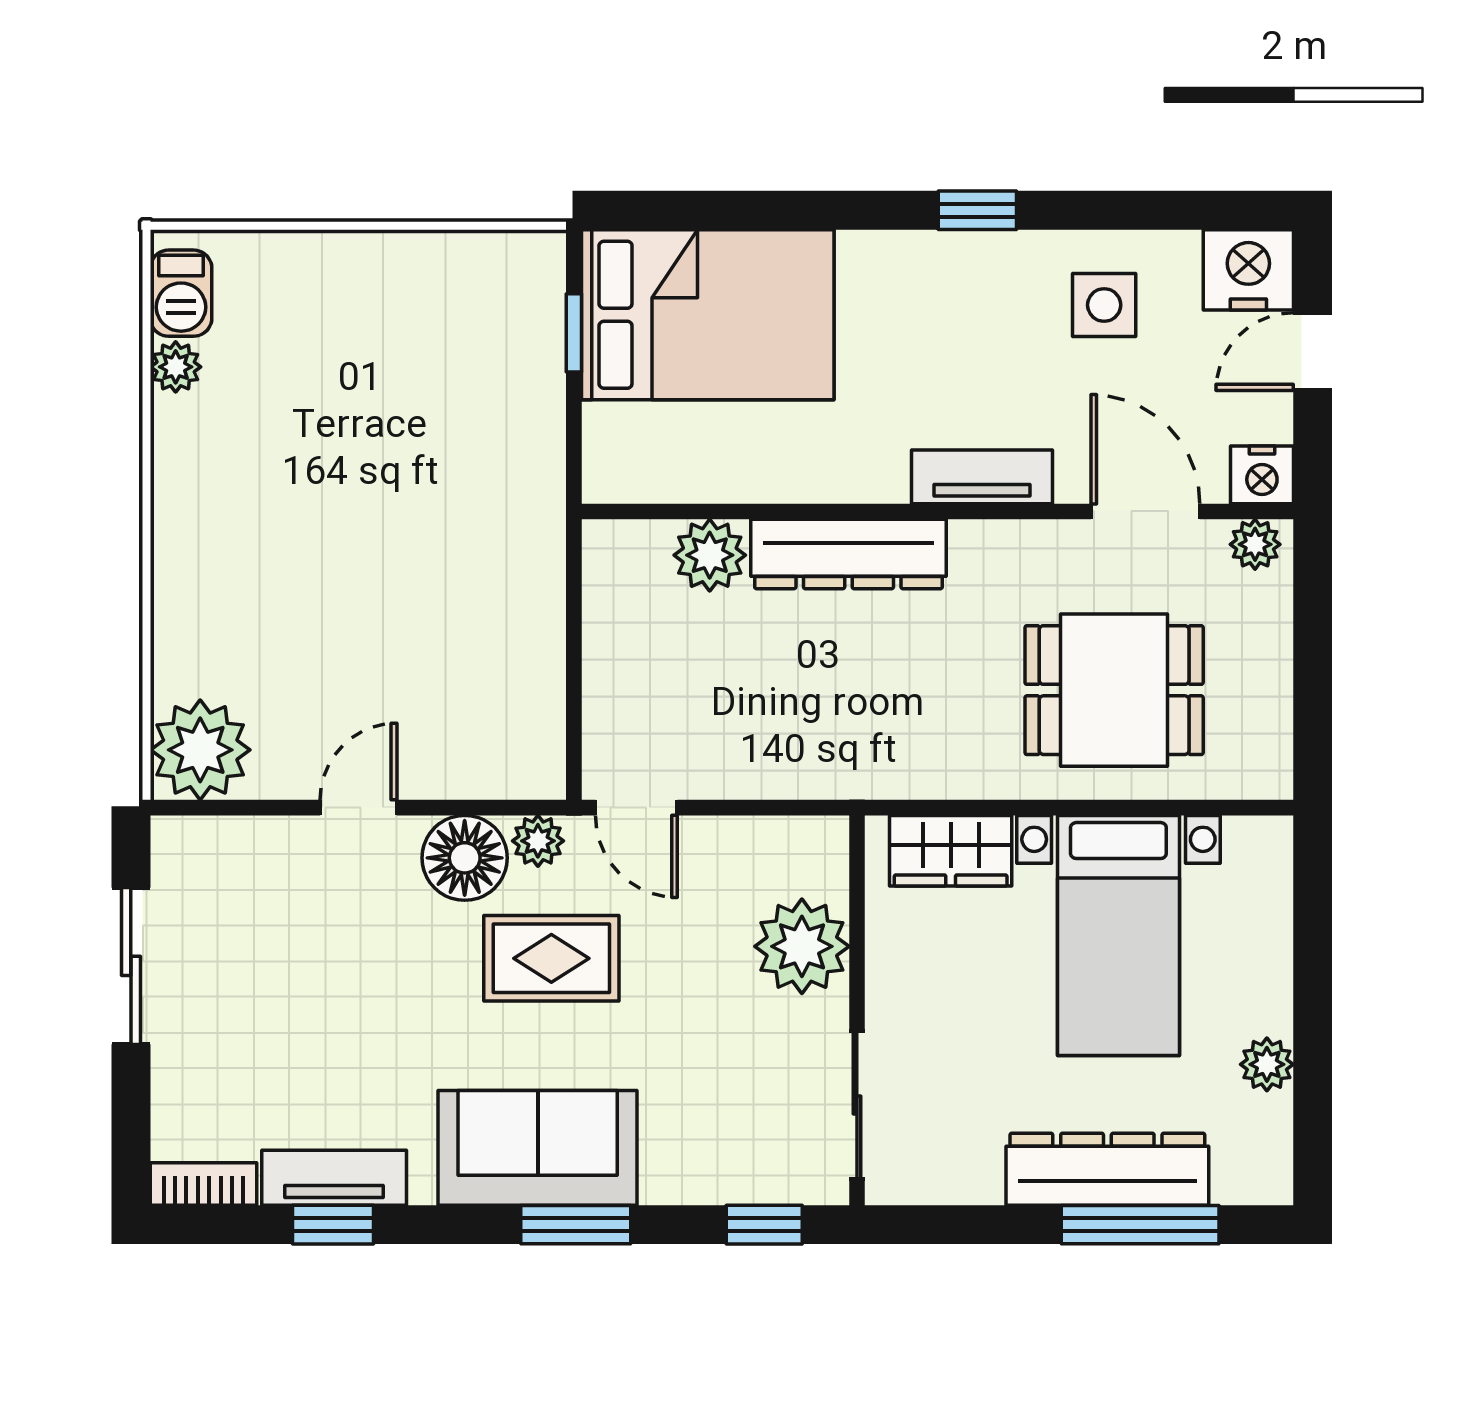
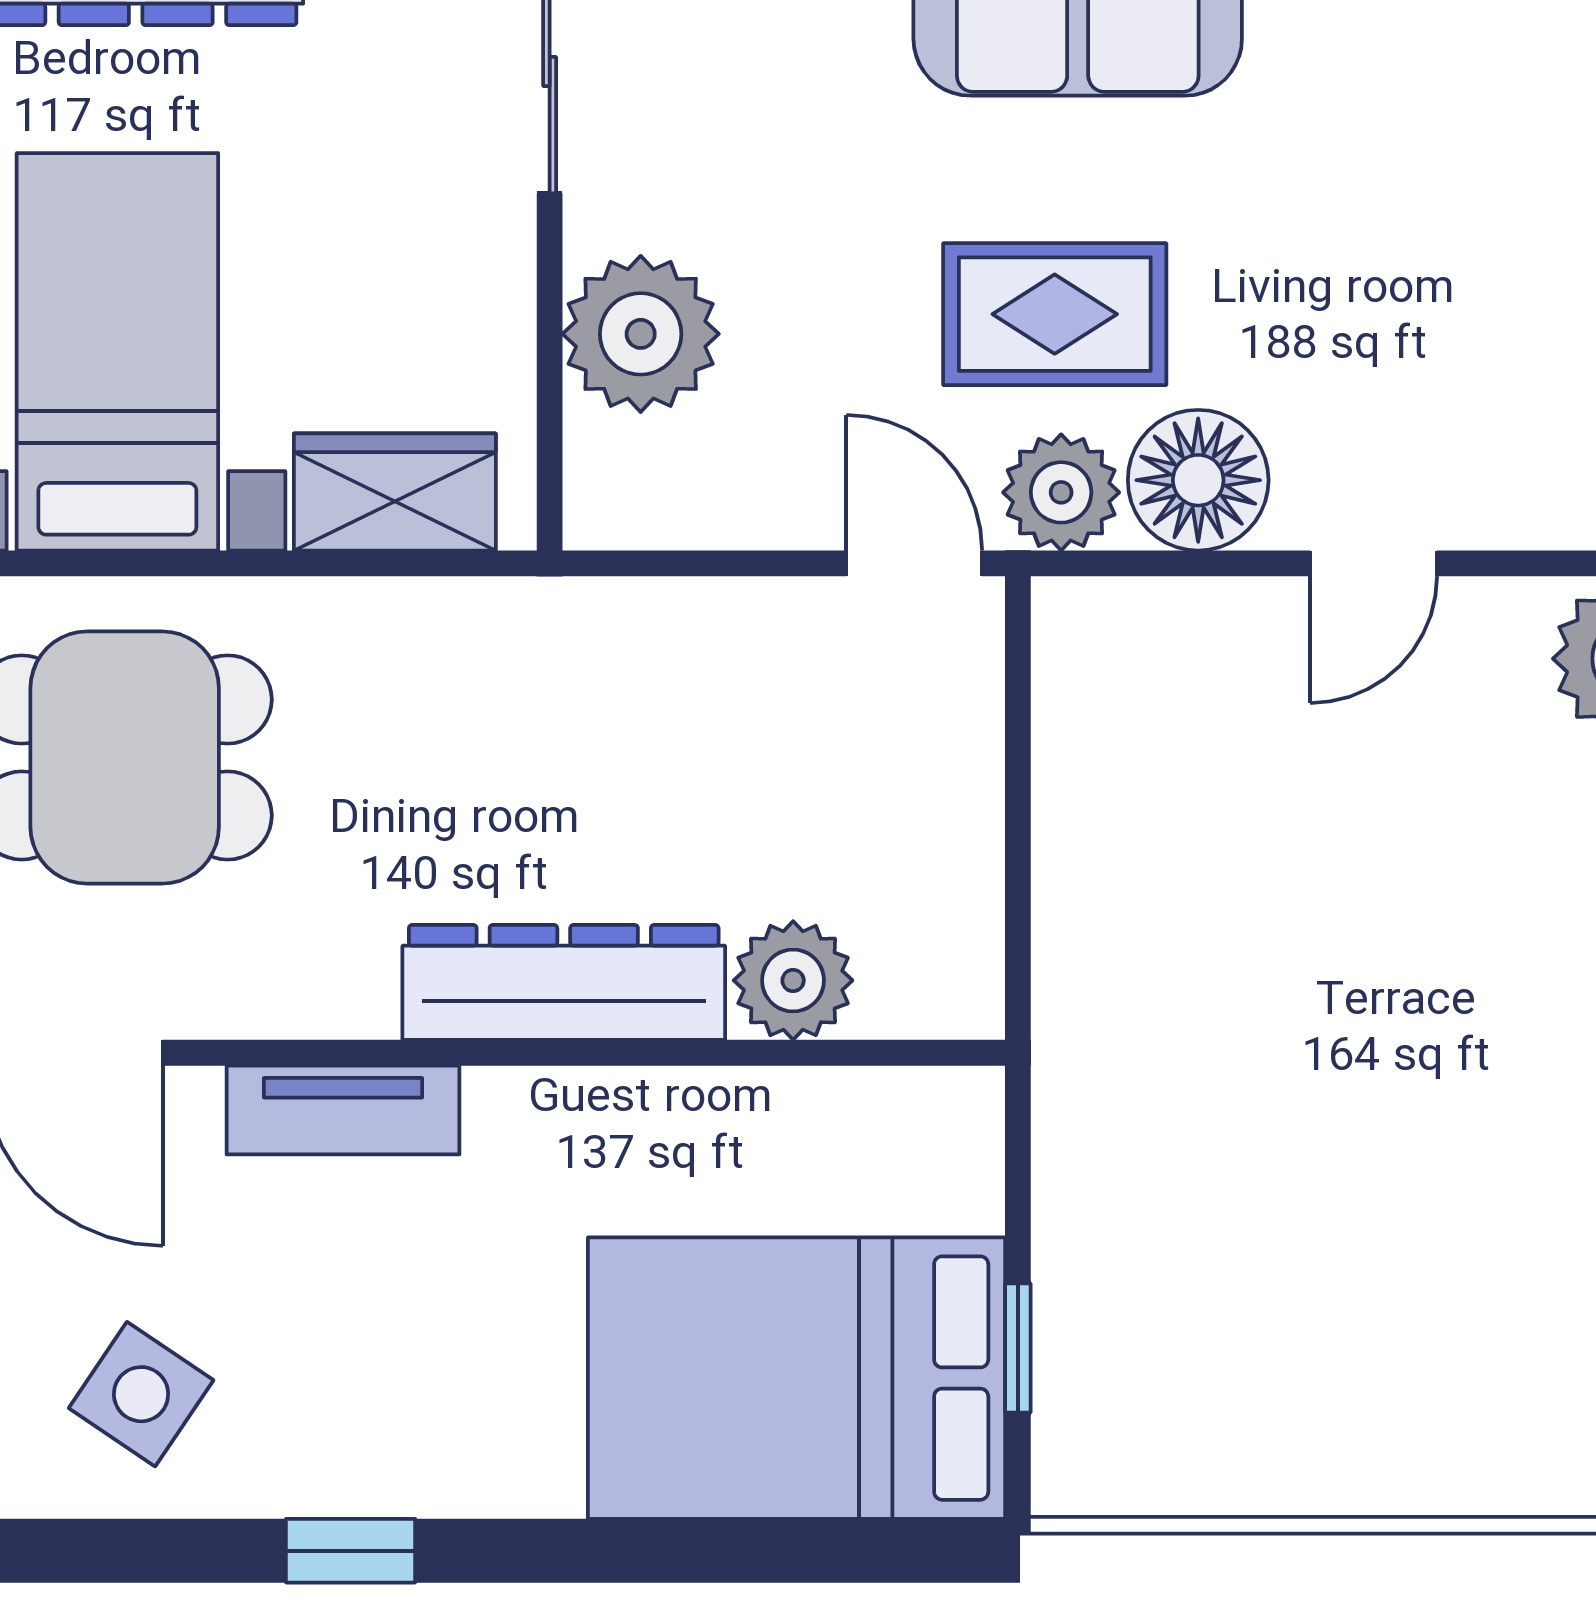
side table: (1104, 305) -> (141, 1394), turned 34
plant: (538, 841) -> (1061, 492), width x1.38, depth x1.38

